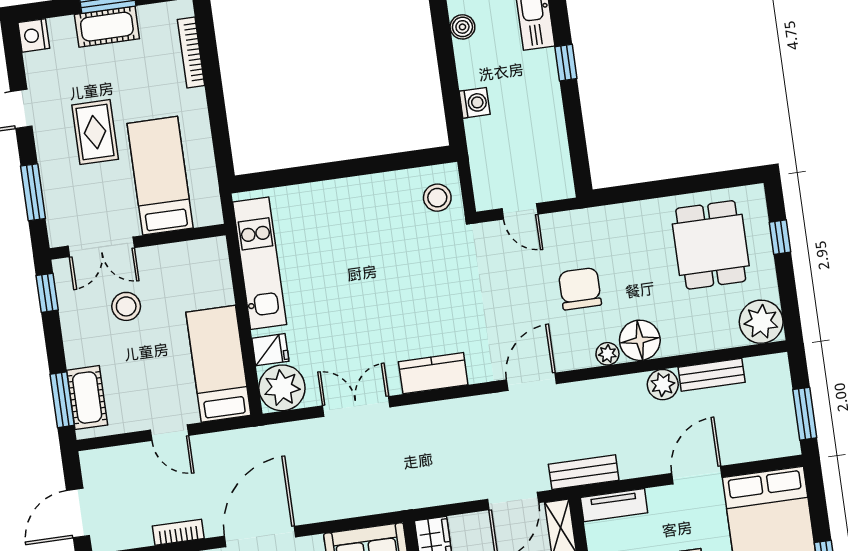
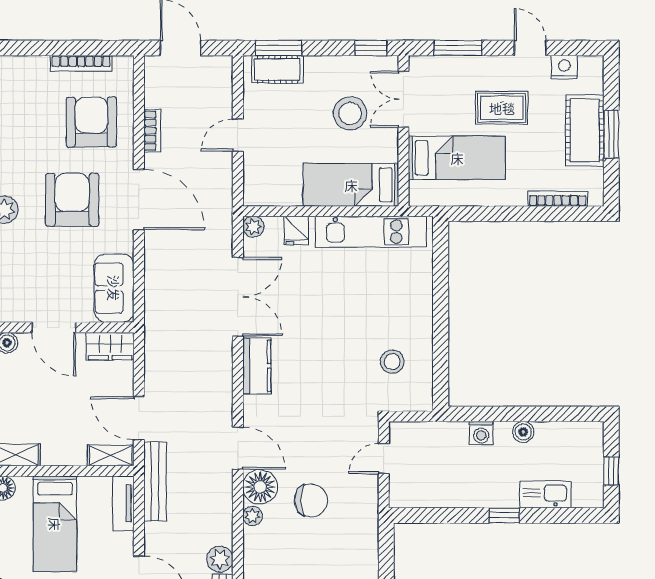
cot: (107, 27) -> (585, 130), width x1.37, depth x1.34
boiler: (462, 27) -> (523, 432), moved
nightstand: (34, 35) -> (564, 67), moved
stool: (437, 198) -> (392, 362), moved
stool: (126, 306) -> (350, 113), width x1.38, depth x1.38
floor lamp: (640, 340) -> (260, 487), moved
bed: (218, 364) -> (351, 185), moved, turned 180
plant: (282, 388) -> (253, 227), width x0.53, depth x0.53
double door: (356, 406) -> (238, 297), width x1.37
bench: (584, 472) -> (155, 482), width x1.36

